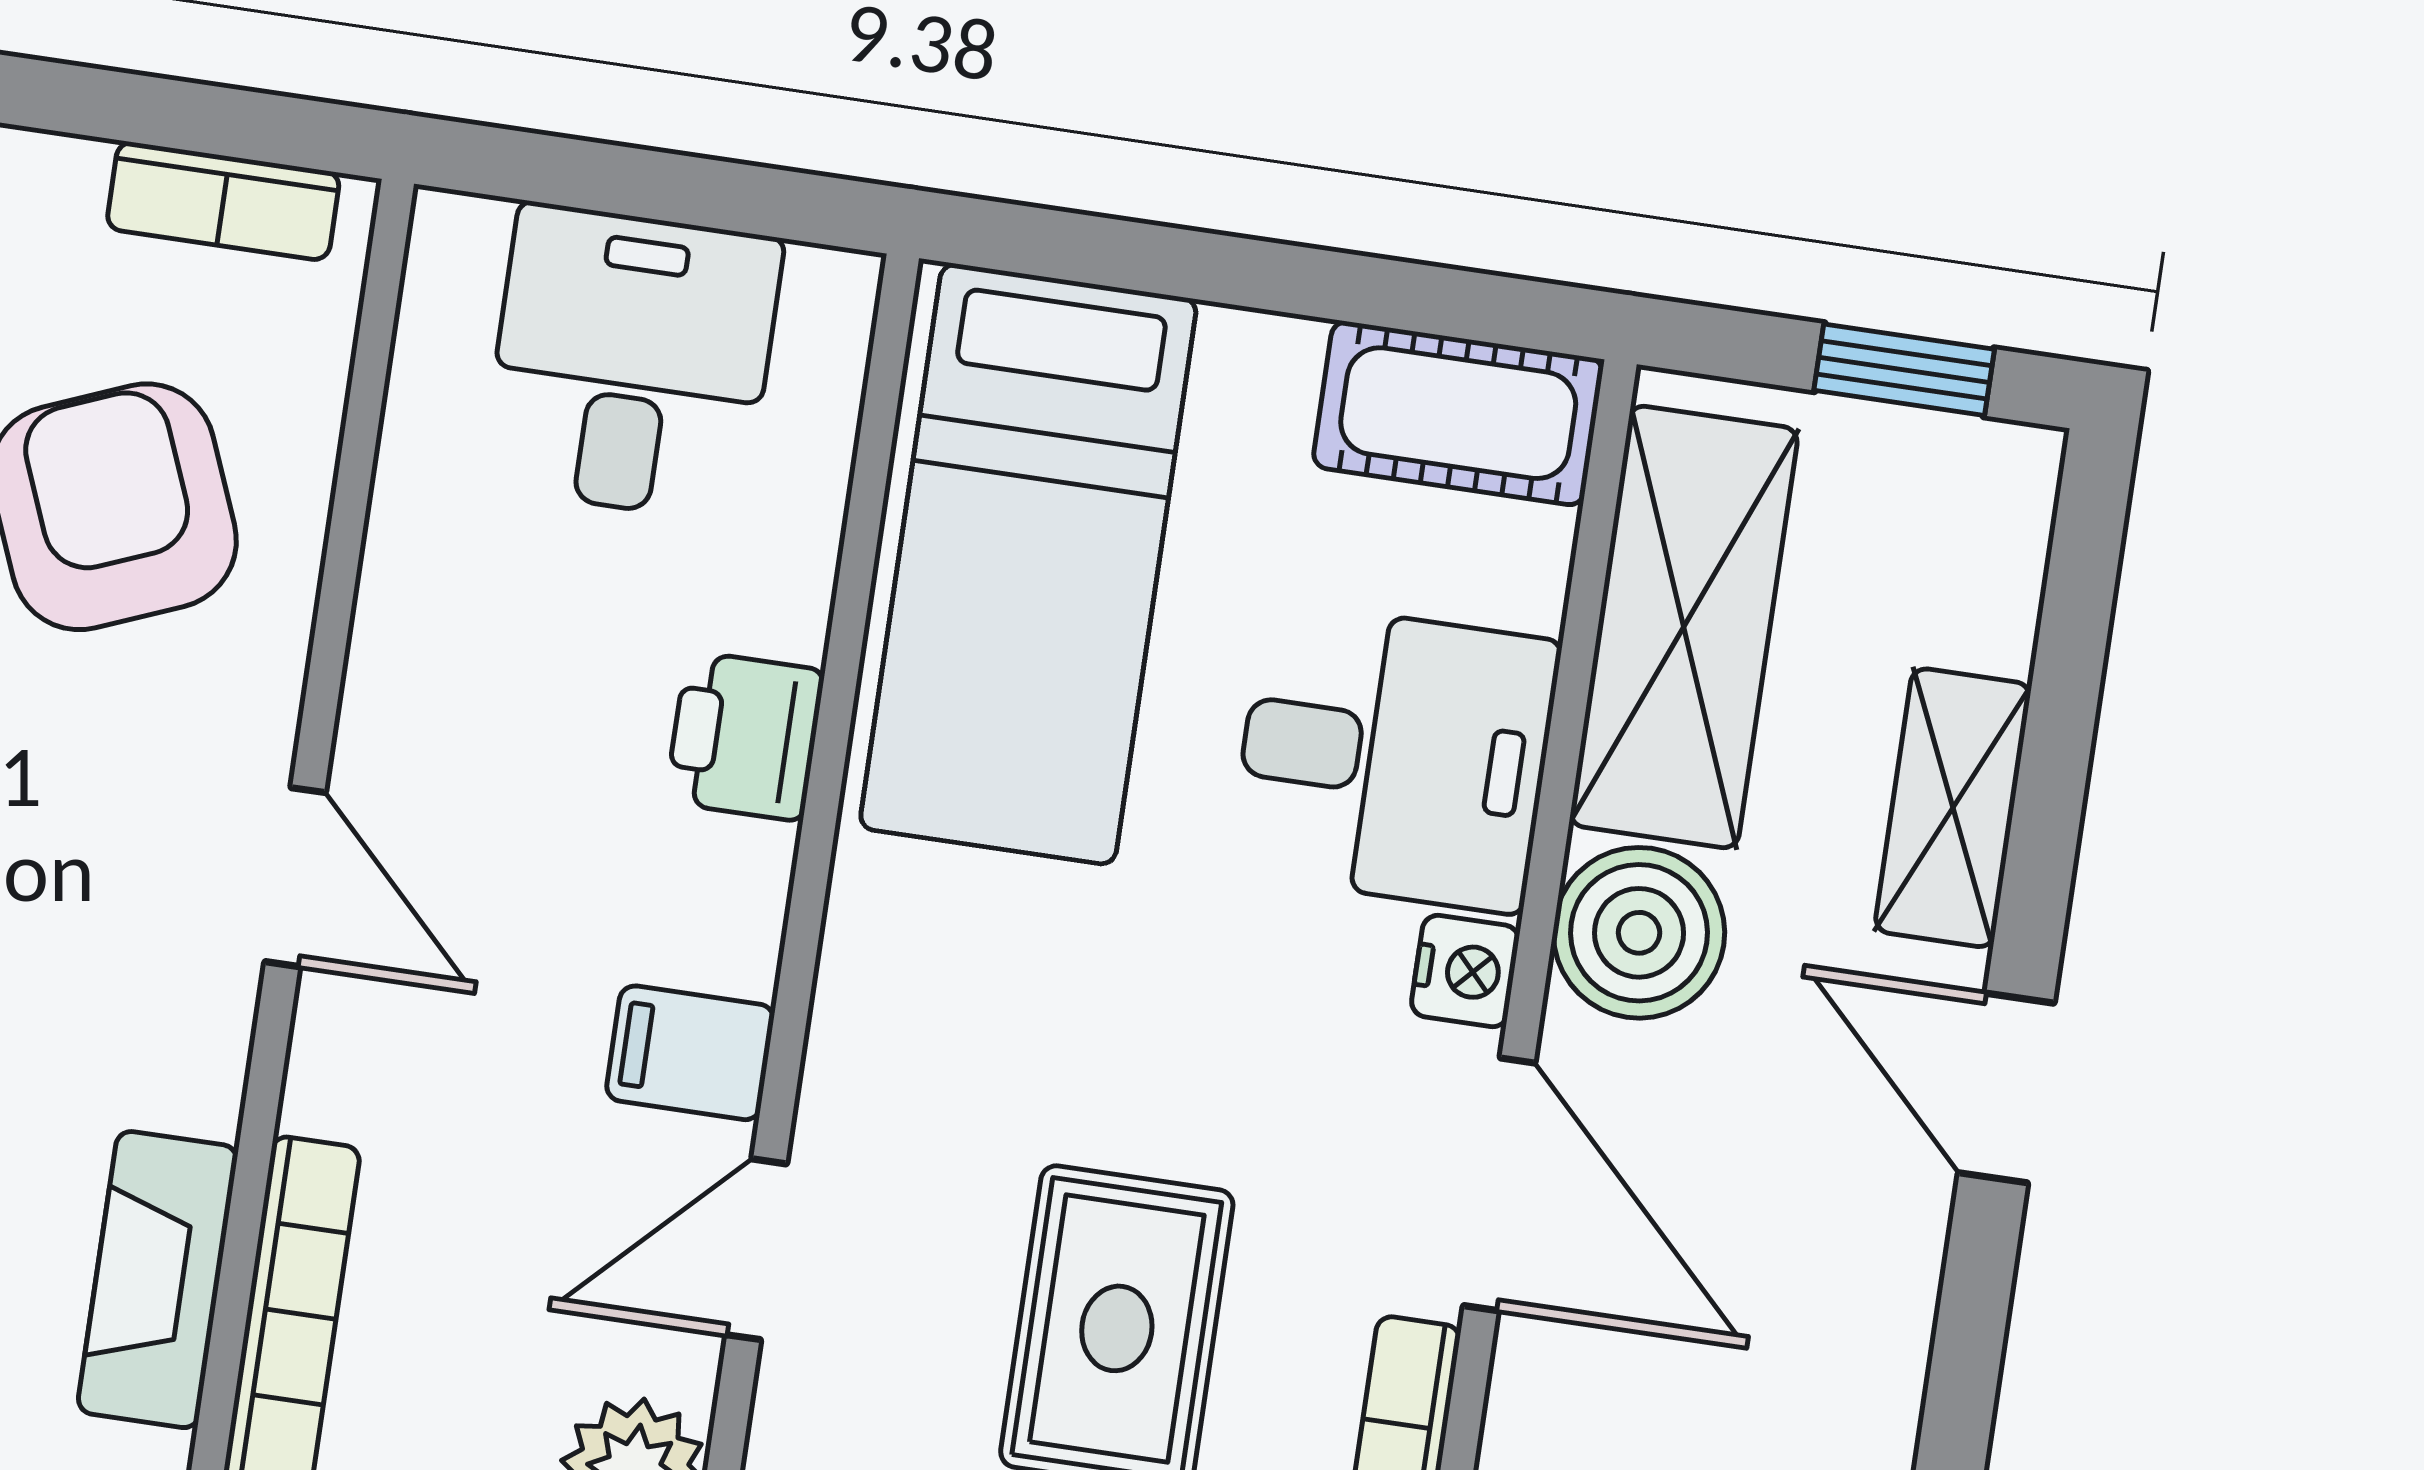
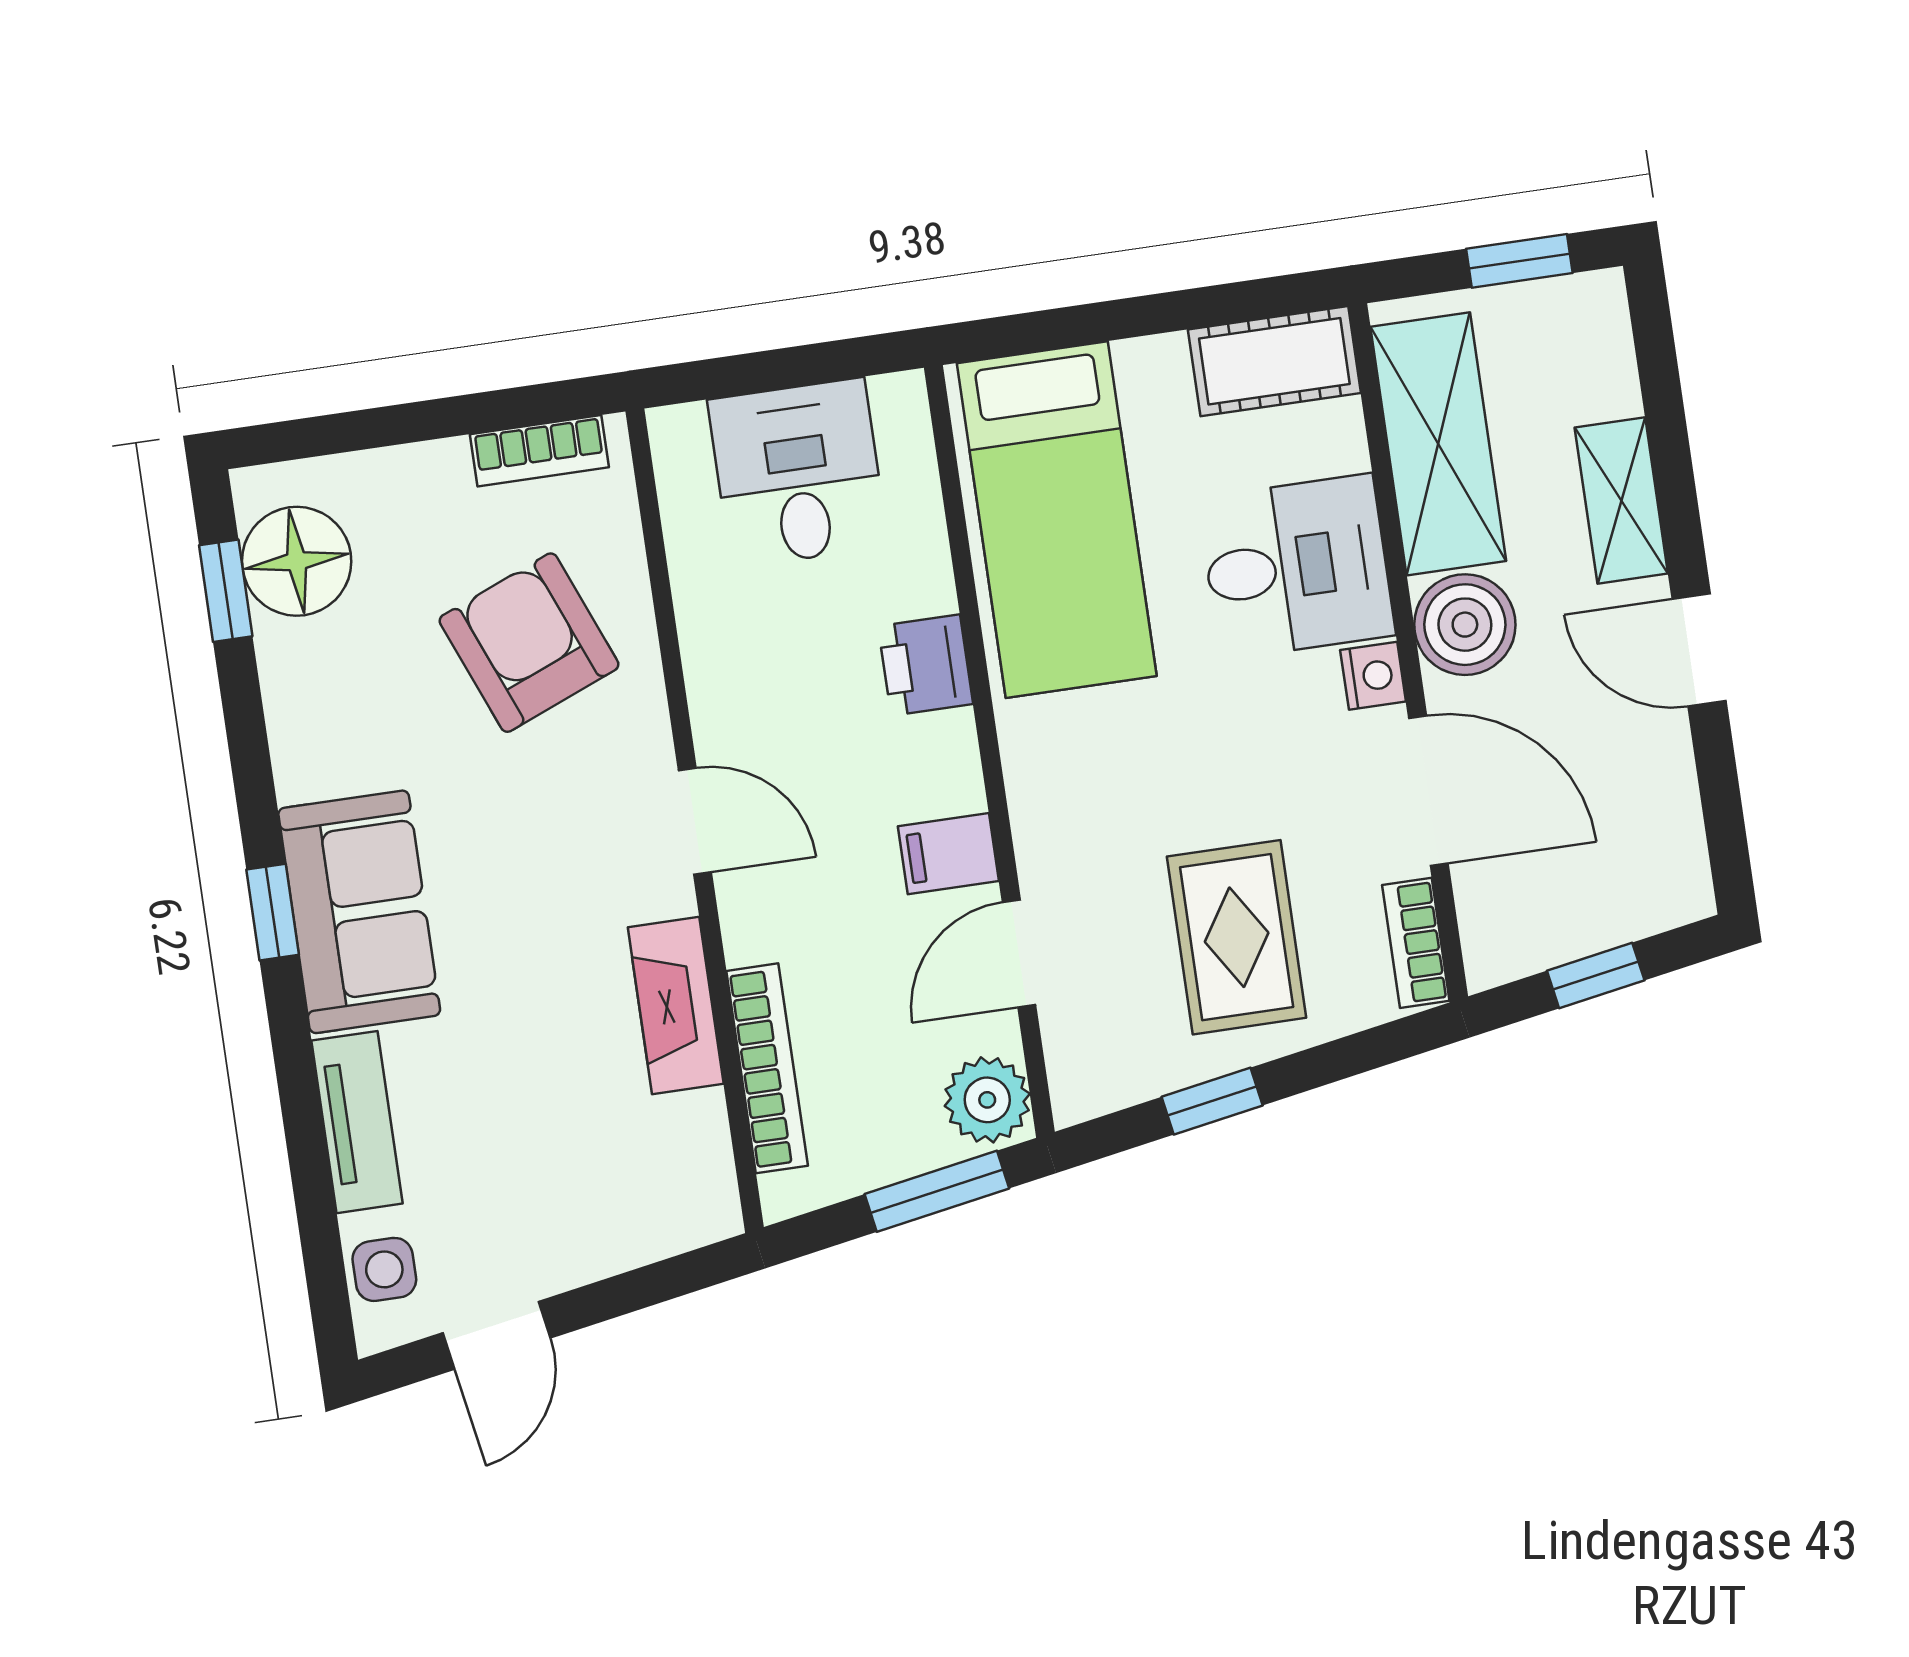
fireplace: (158, 1280) -> (676, 1005), moved

